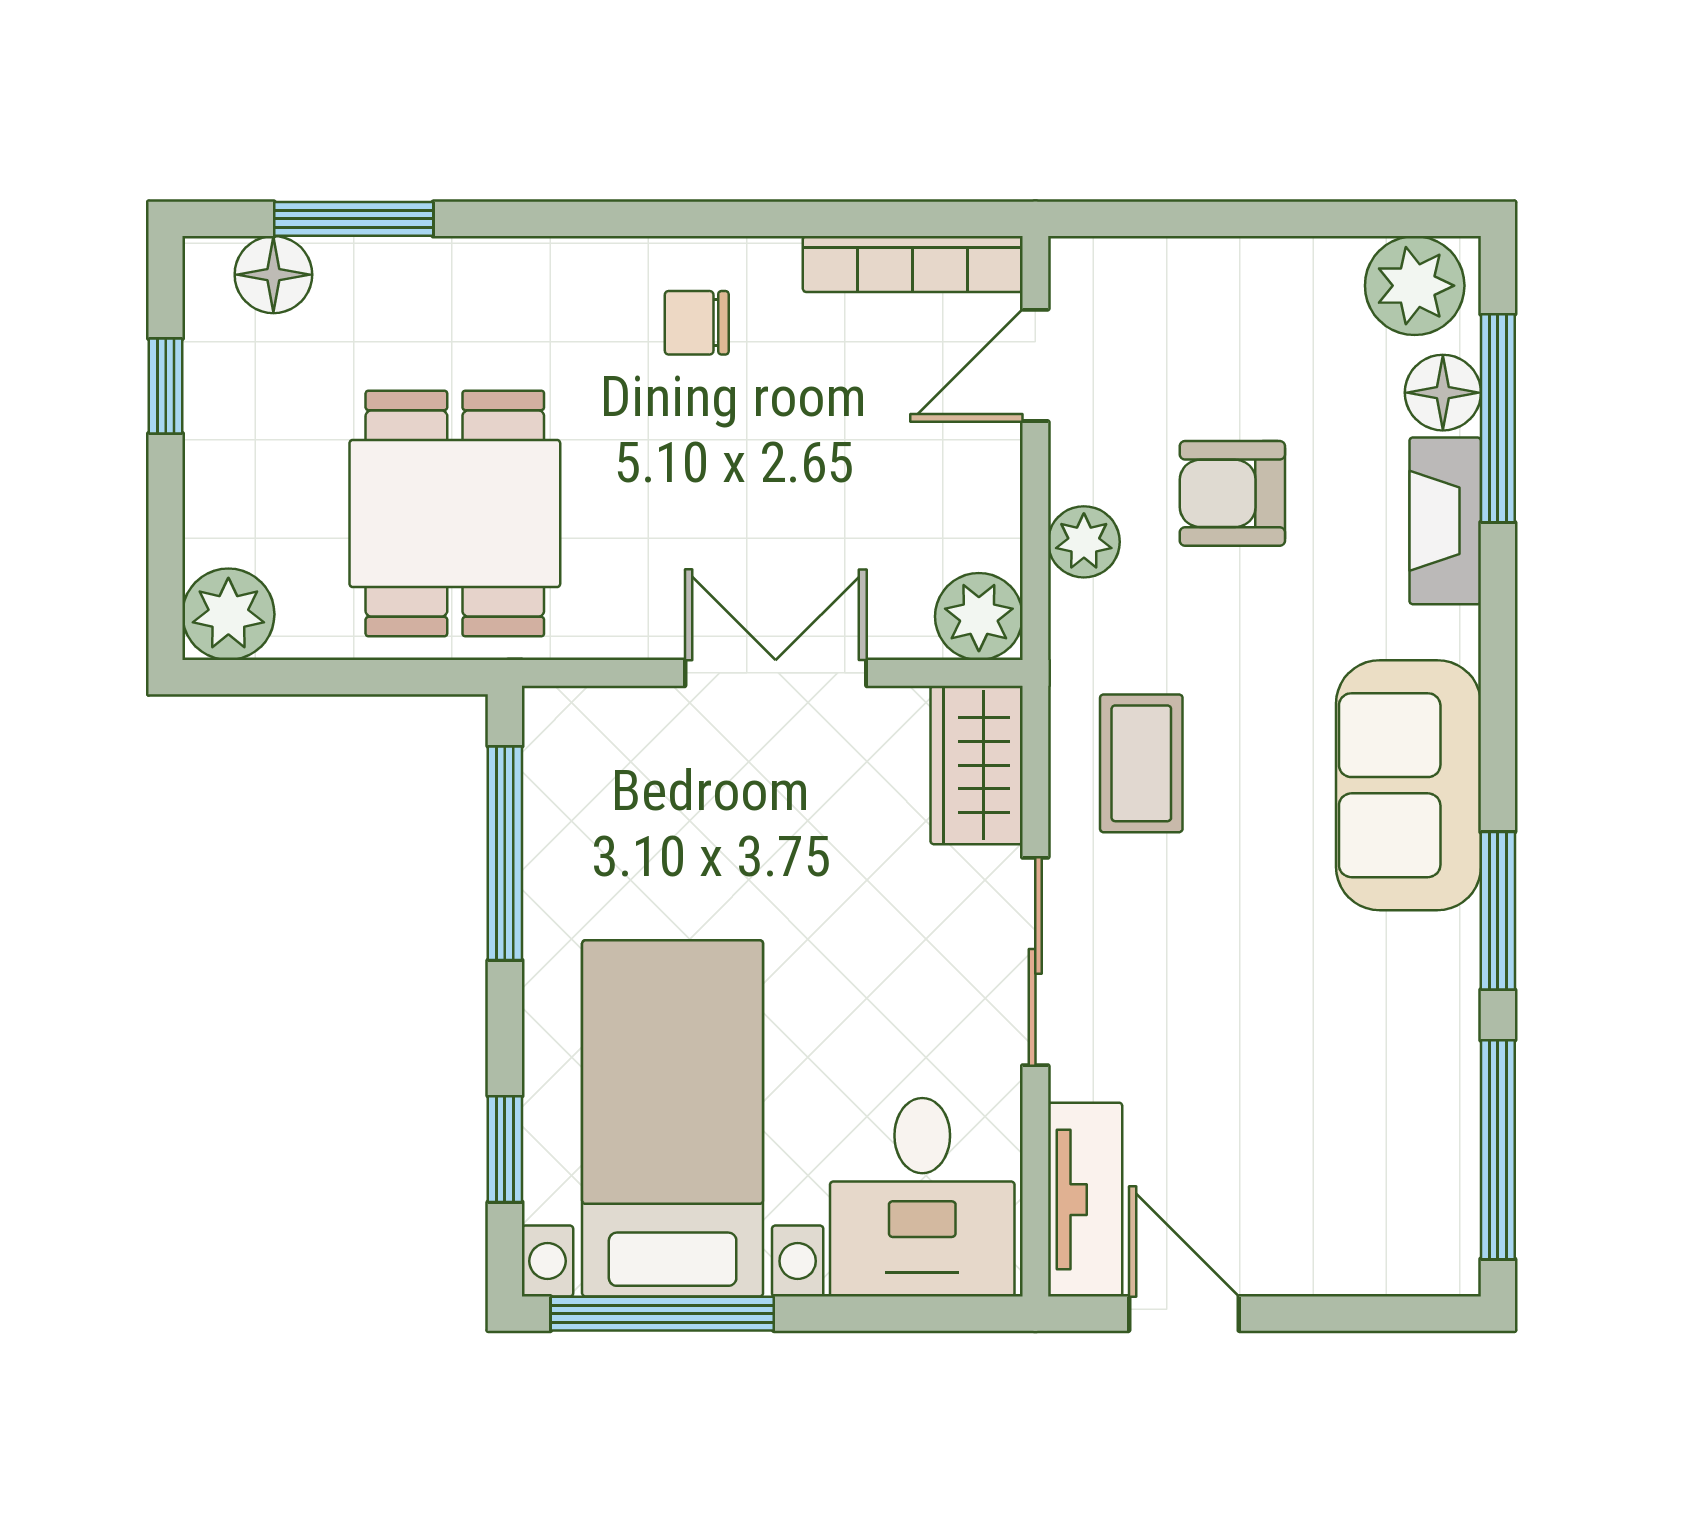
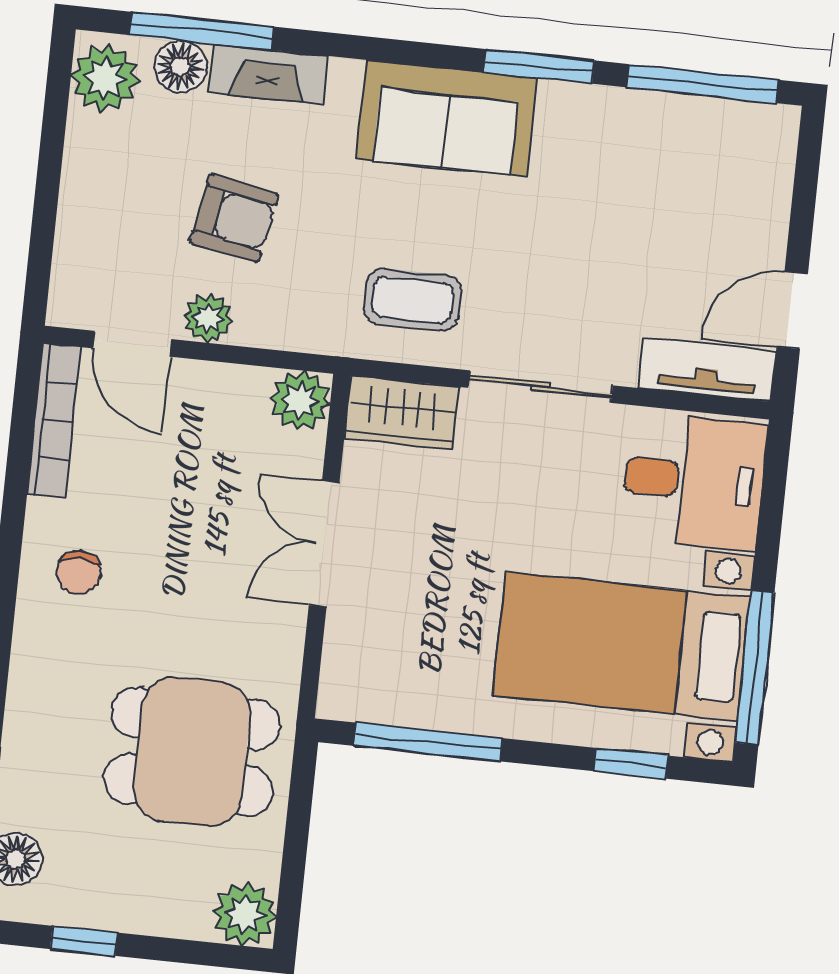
armchair: (1232, 493) -> (234, 218), turned -79
plant: (1084, 542) -> (208, 318), moved

